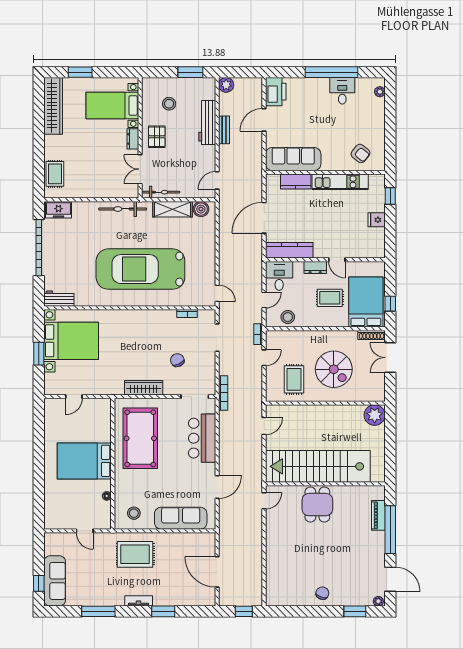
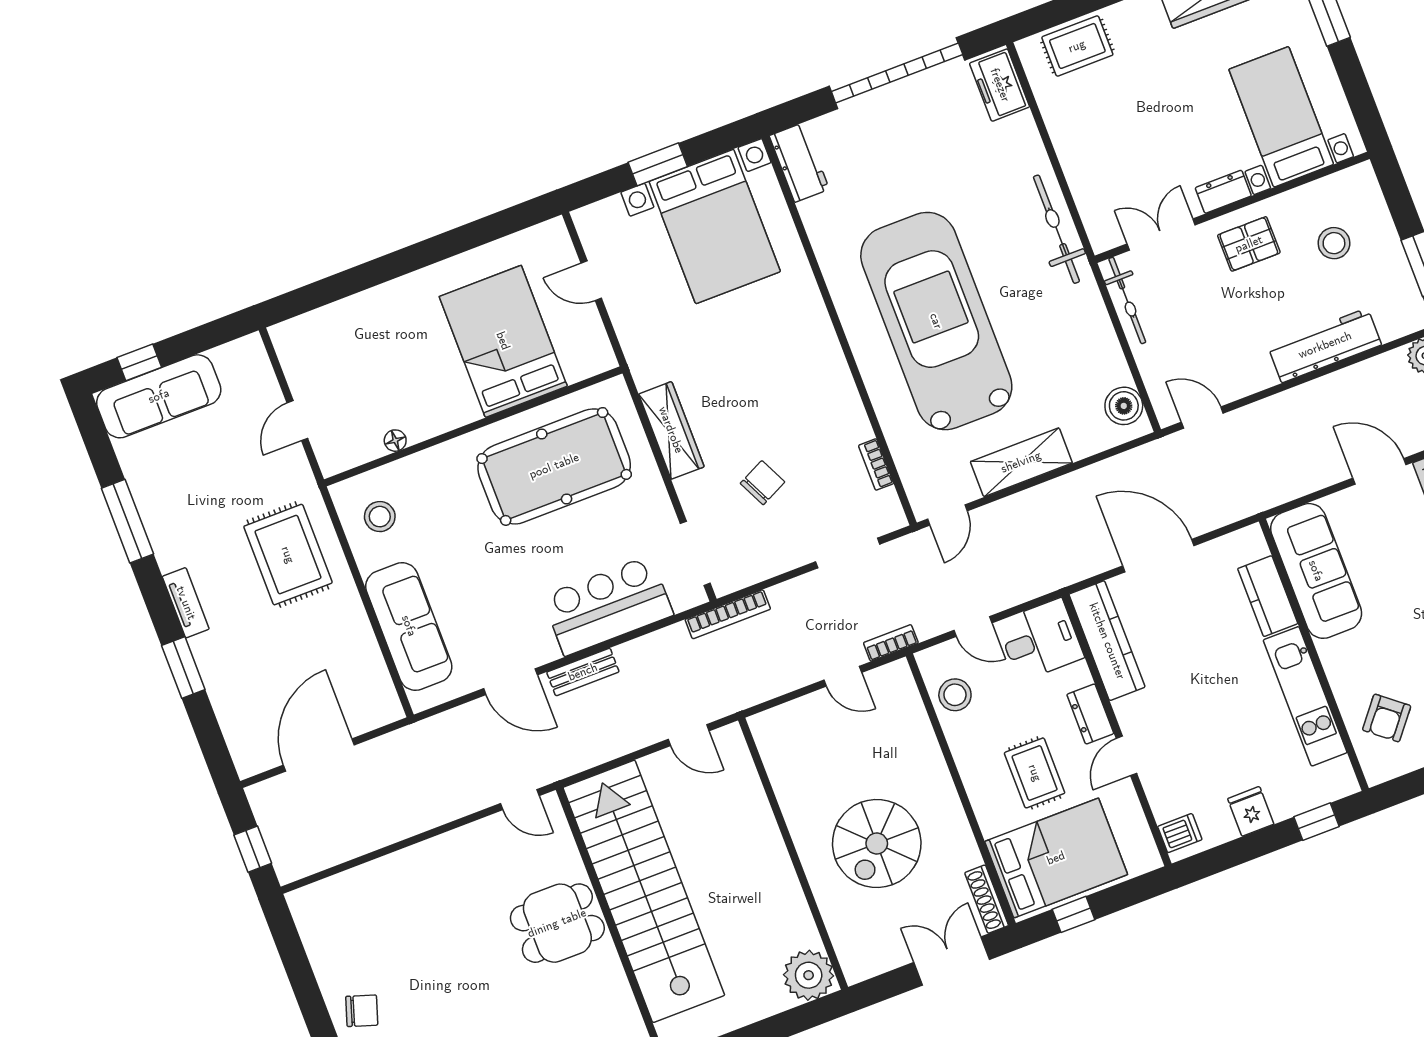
bench: (224, 130) -> (583, 672), moved
shelving: (172, 209) -> (1021, 462), moved, turned 90
dishwasher: (374, 250) -> (1180, 833), added
rug: (294, 379) -> (820, 763), removed
bed: (84, 461) -> (503, 341), moved

